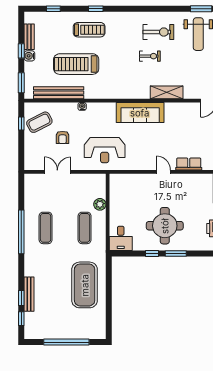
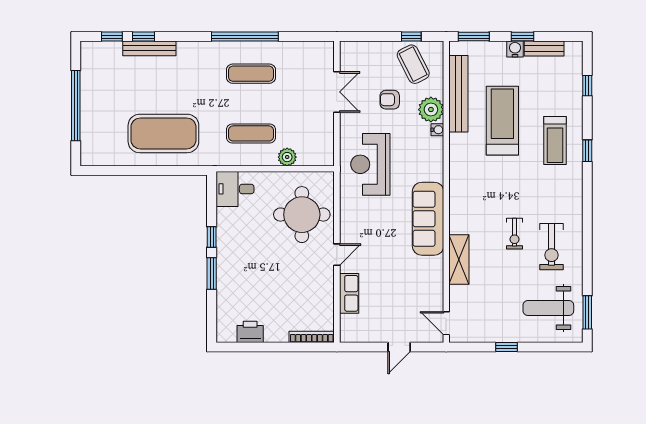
plant: (69, 111) -> (431, 110), added
round table: (165, 226) -> (302, 215), moved

